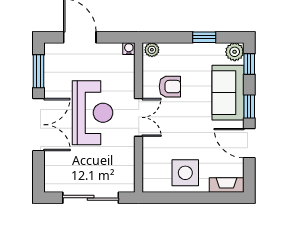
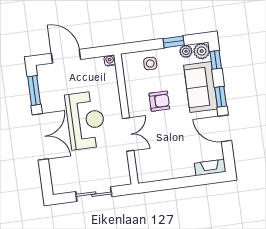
plant: (152, 50) -> (186, 51), moved
armchair: (170, 87) -> (159, 101), moved
double door: (139, 117) -> (128, 134), moved
side table: (185, 173) -> (150, 64), moved, width x0.54, depth x0.54
sliding door: (91, 198) -> (94, 194), width x0.73

